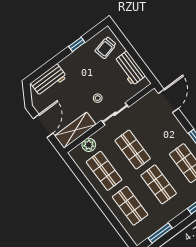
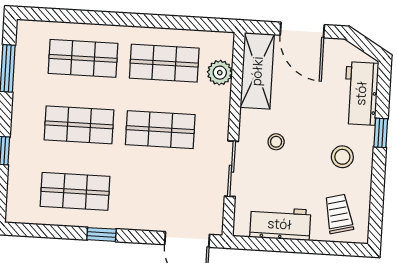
window: (77, 44) -> (381, 133), moved
stool: (81, 66) -> (342, 157), added
sliding door: (115, 114) -> (231, 169), moved

